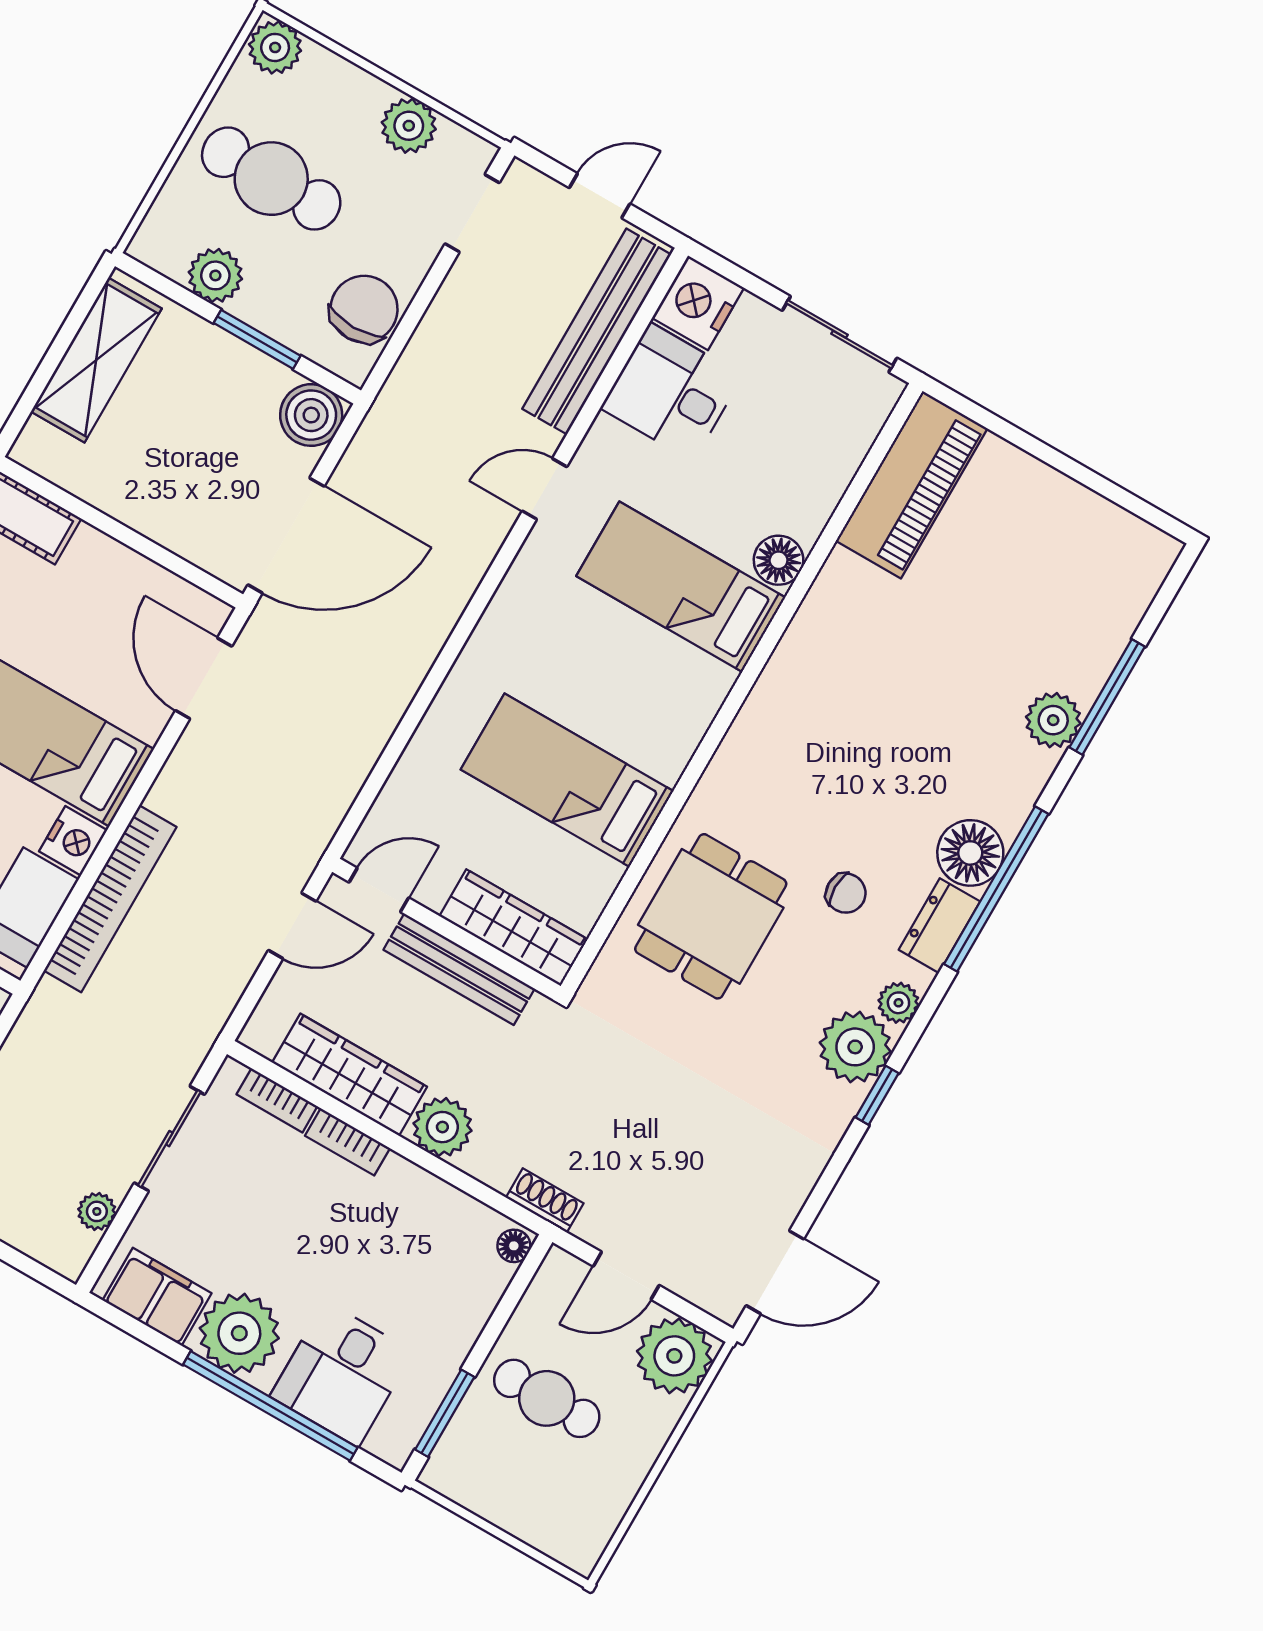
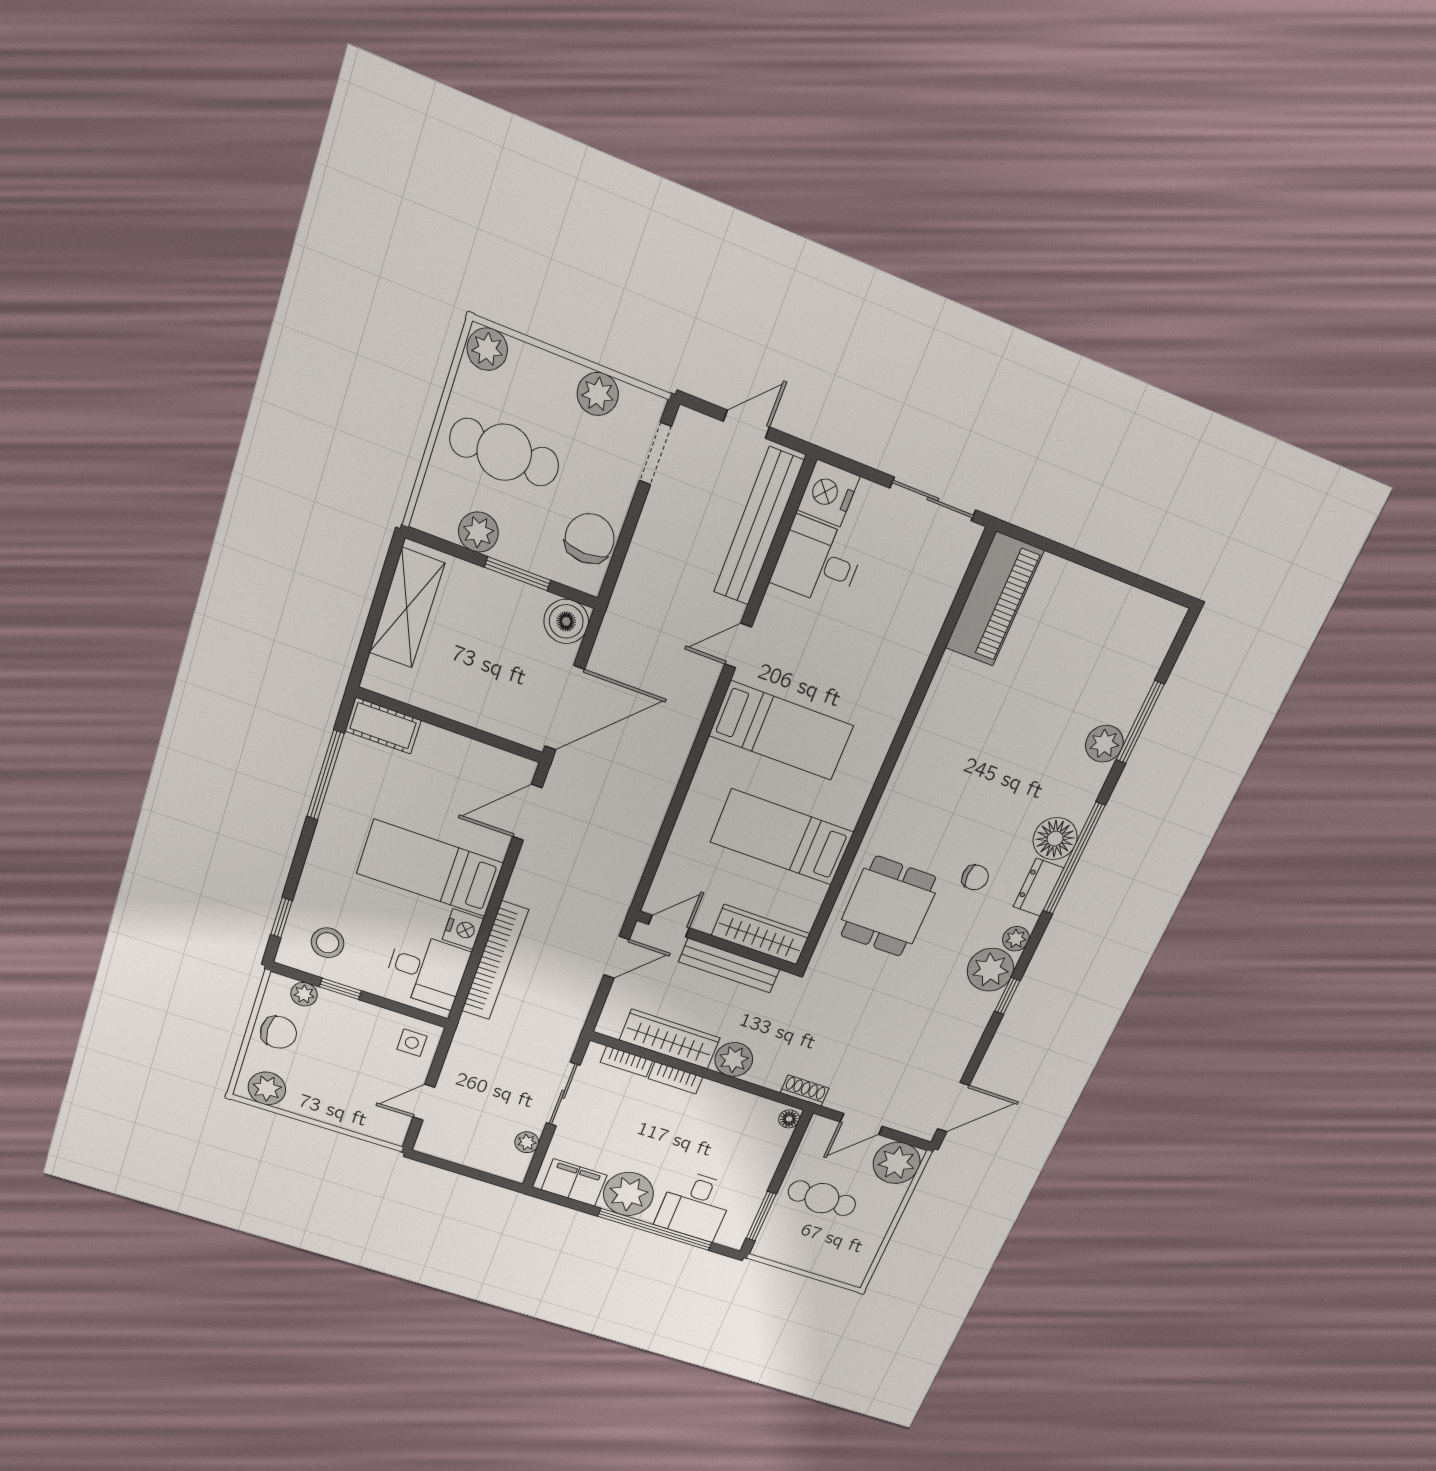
floor lamp: (779, 560) -> (907, 668), removed
bed: (681, 587) -> (781, 731), moved, turned 180
door: (204, 678) -> (527, 812), hinge flipped

